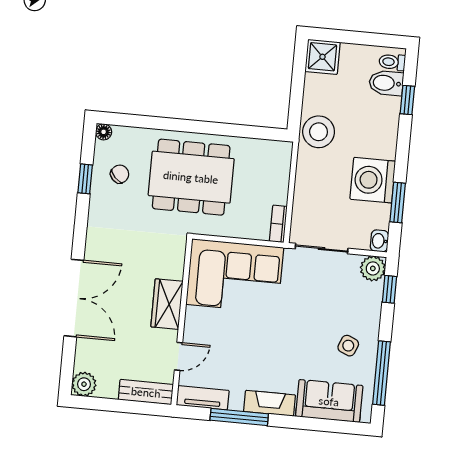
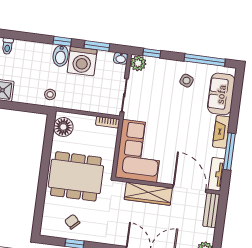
bidet: (386, 83) -> (61, 56), moved
window: (407, 100) -> (62, 41), moved
floor lamp: (104, 132) -> (63, 127), moved, width x1.89, depth x1.89
stool: (319, 132) -> (50, 94), width x0.53, depth x0.53
dining table: (191, 177) -> (76, 176), turned 90
wardrobe: (167, 304) -> (148, 194), width x1.50
door: (178, 356) -> (189, 189), width x1.87

